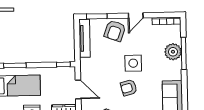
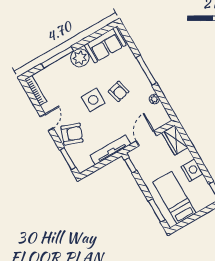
door: (136, 16) -> (47, 122), hinge flipped
tv unit: (85, 38) -> (111, 150), moved
plant: (173, 52) -> (80, 58), moved

